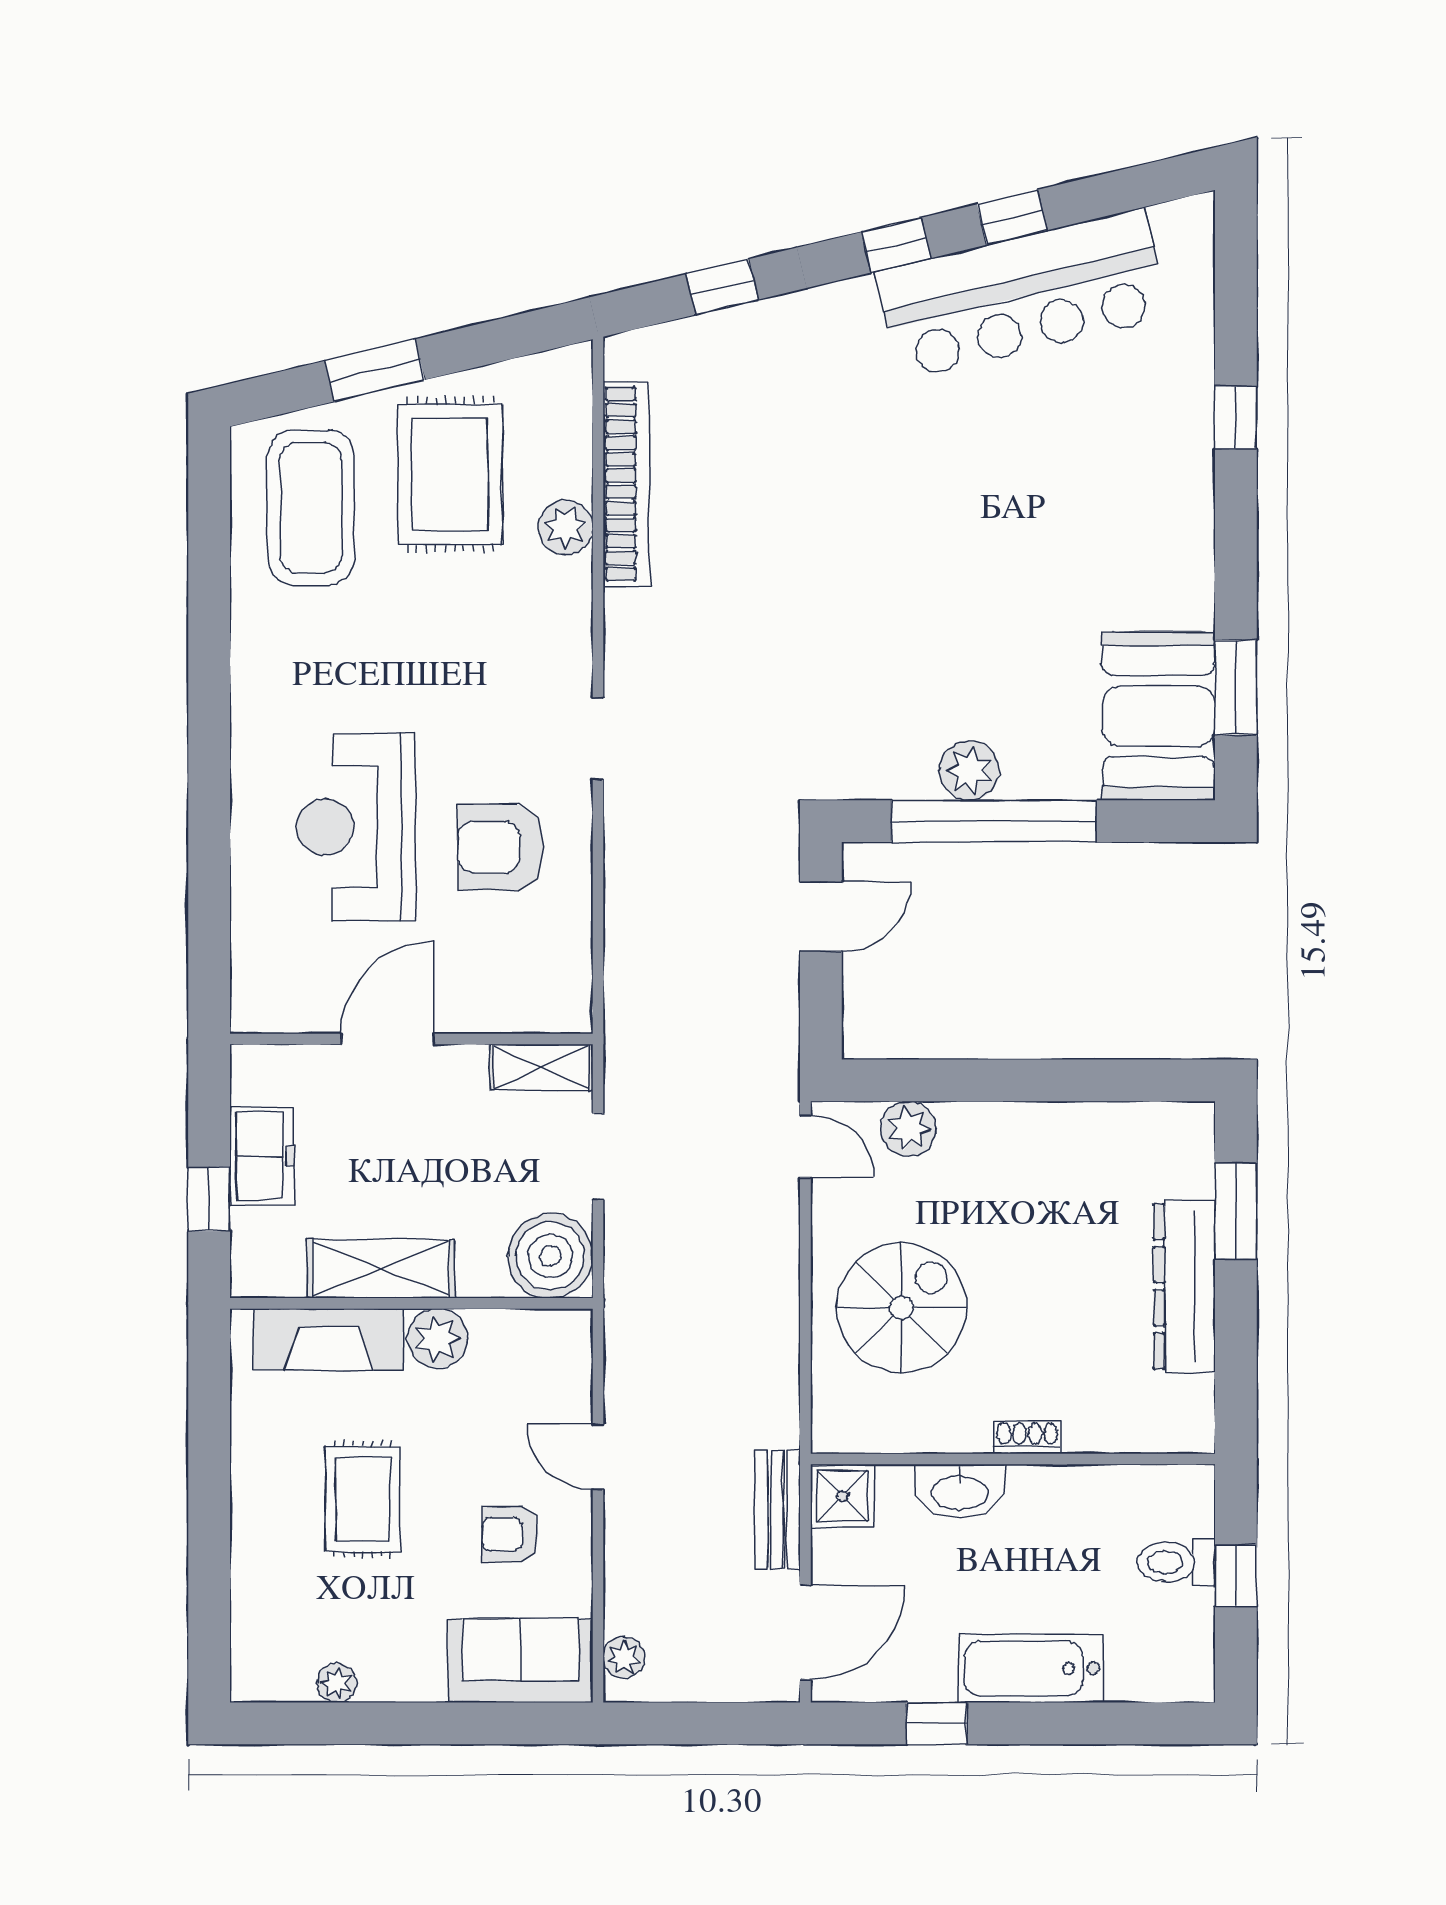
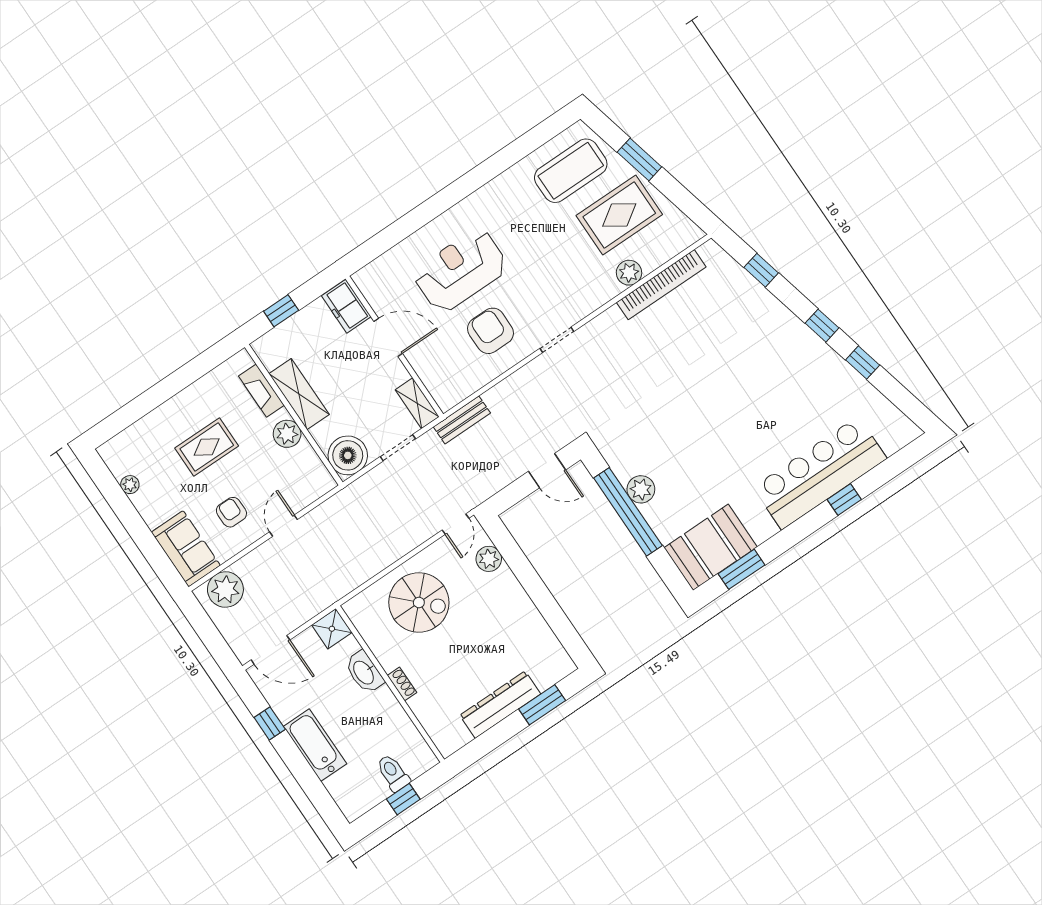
bar counter: (1022, 294) -> (820, 473), moved, turned 103
freezer: (262, 1156) -> (346, 306), moved, turned 90
fireplace: (328, 1339) -> (261, 391), width x0.73, depth x0.76
bench: (777, 1510) -> (462, 420), moved
plant: (624, 1657) -> (225, 590), width x1.87, depth x1.87

